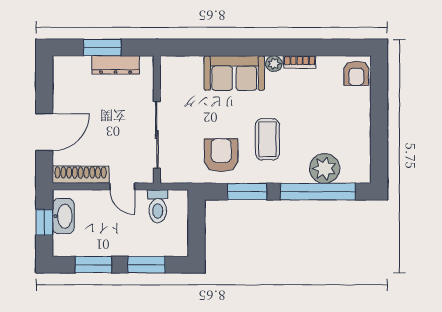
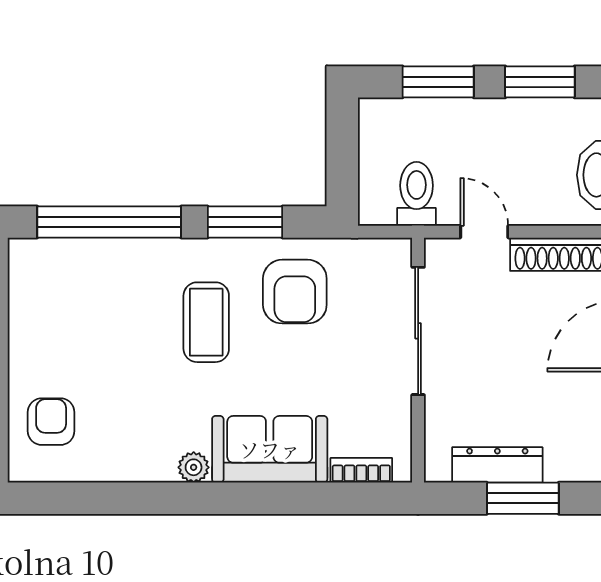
bookcase: (300, 62) -> (361, 470), moved
armchair: (356, 73) -> (51, 422), moved
plant: (325, 168) -> (97, 266), removed

